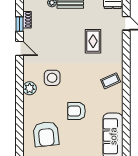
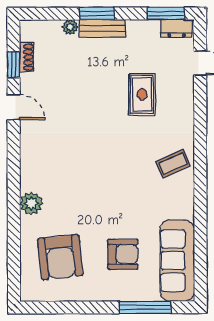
side table: (52, 78) -> (71, 159), removed
plant: (30, 88) -> (31, 203), moved
armchair: (76, 111) -> (123, 254), moved, turned 180

